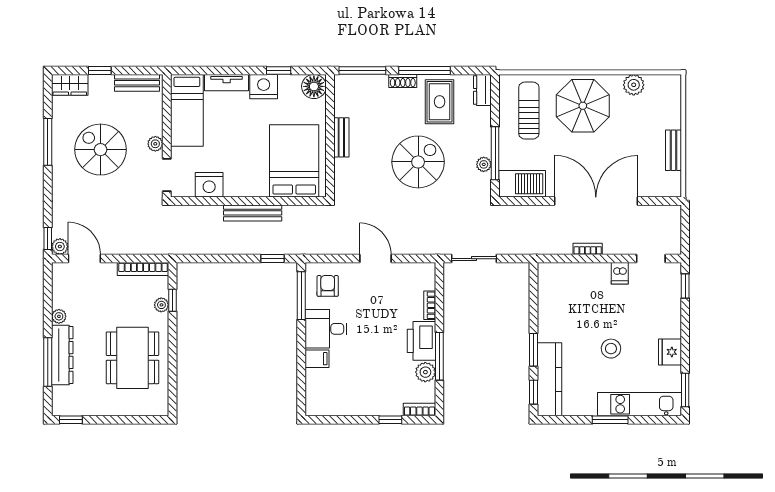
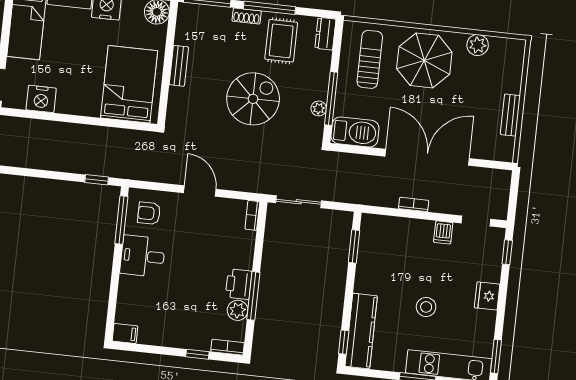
bench: (253, 213) -> (82, 132), removed
armchair: (328, 286) -> (149, 213), turned -90
bookcase: (430, 305) -> (252, 215), moved
printer: (421, 341) -> (239, 284), width x0.73, depth x0.84
window: (533, 350) -> (354, 246), moved
fridge: (670, 352) -> (487, 296), moved
filing cabinet: (317, 359) -> (125, 334), moved

